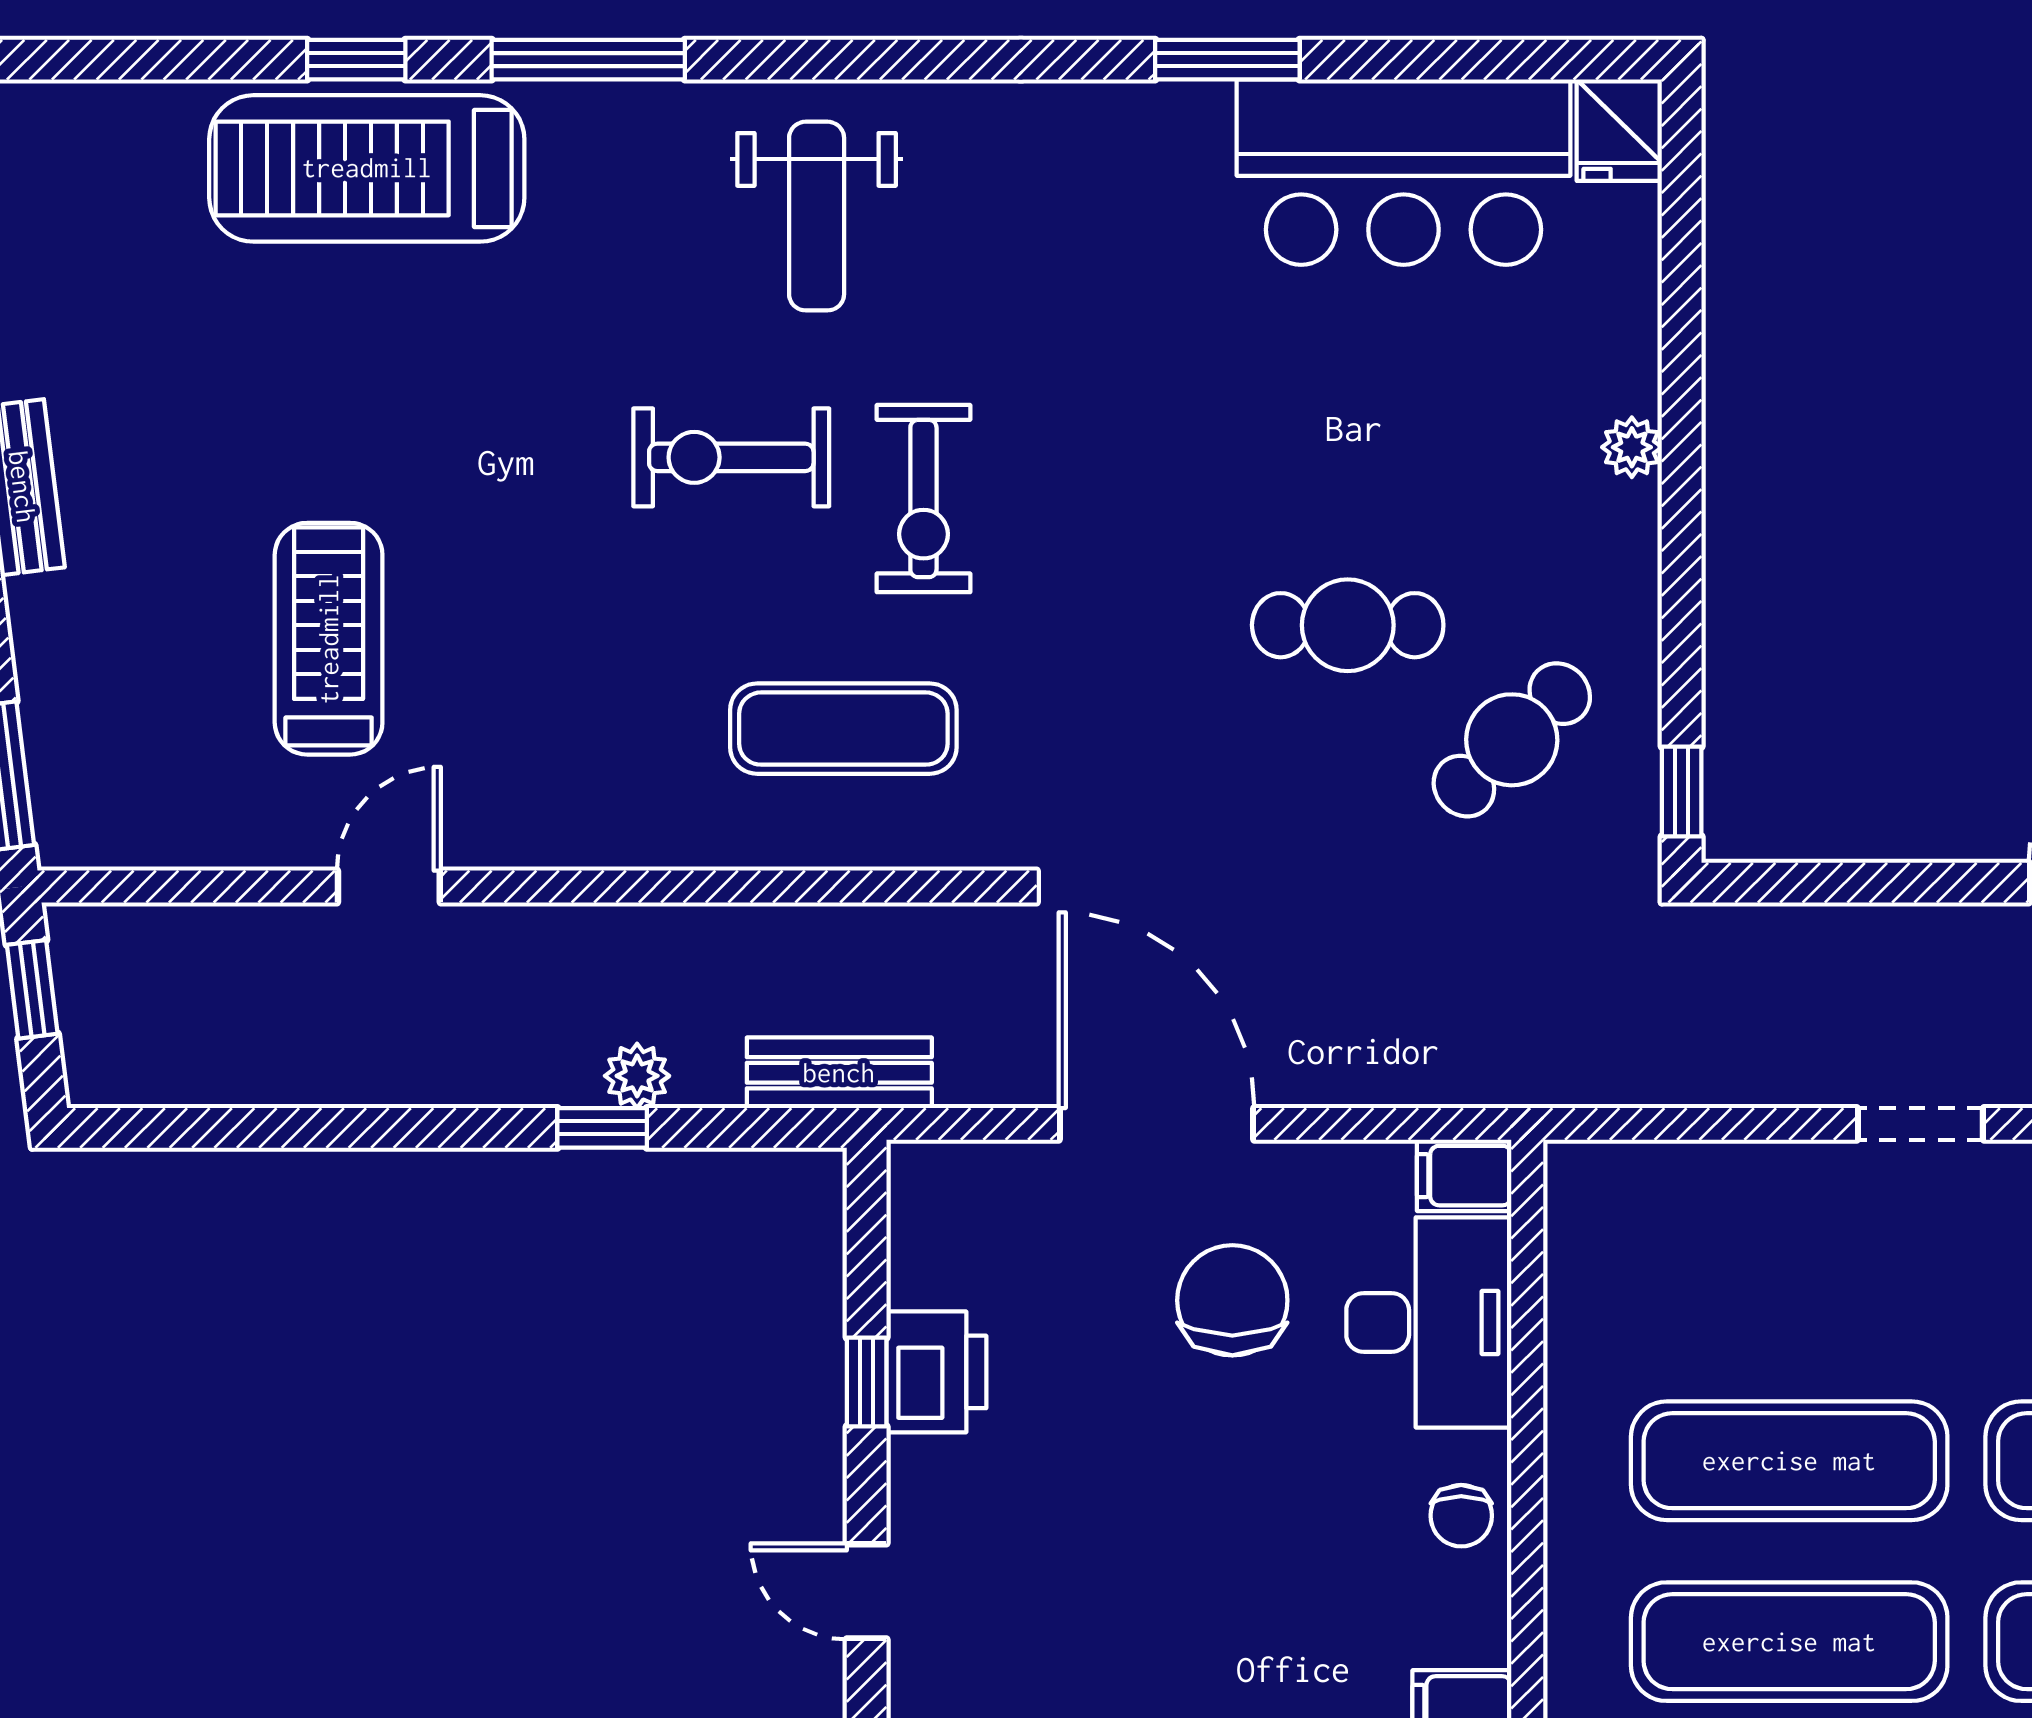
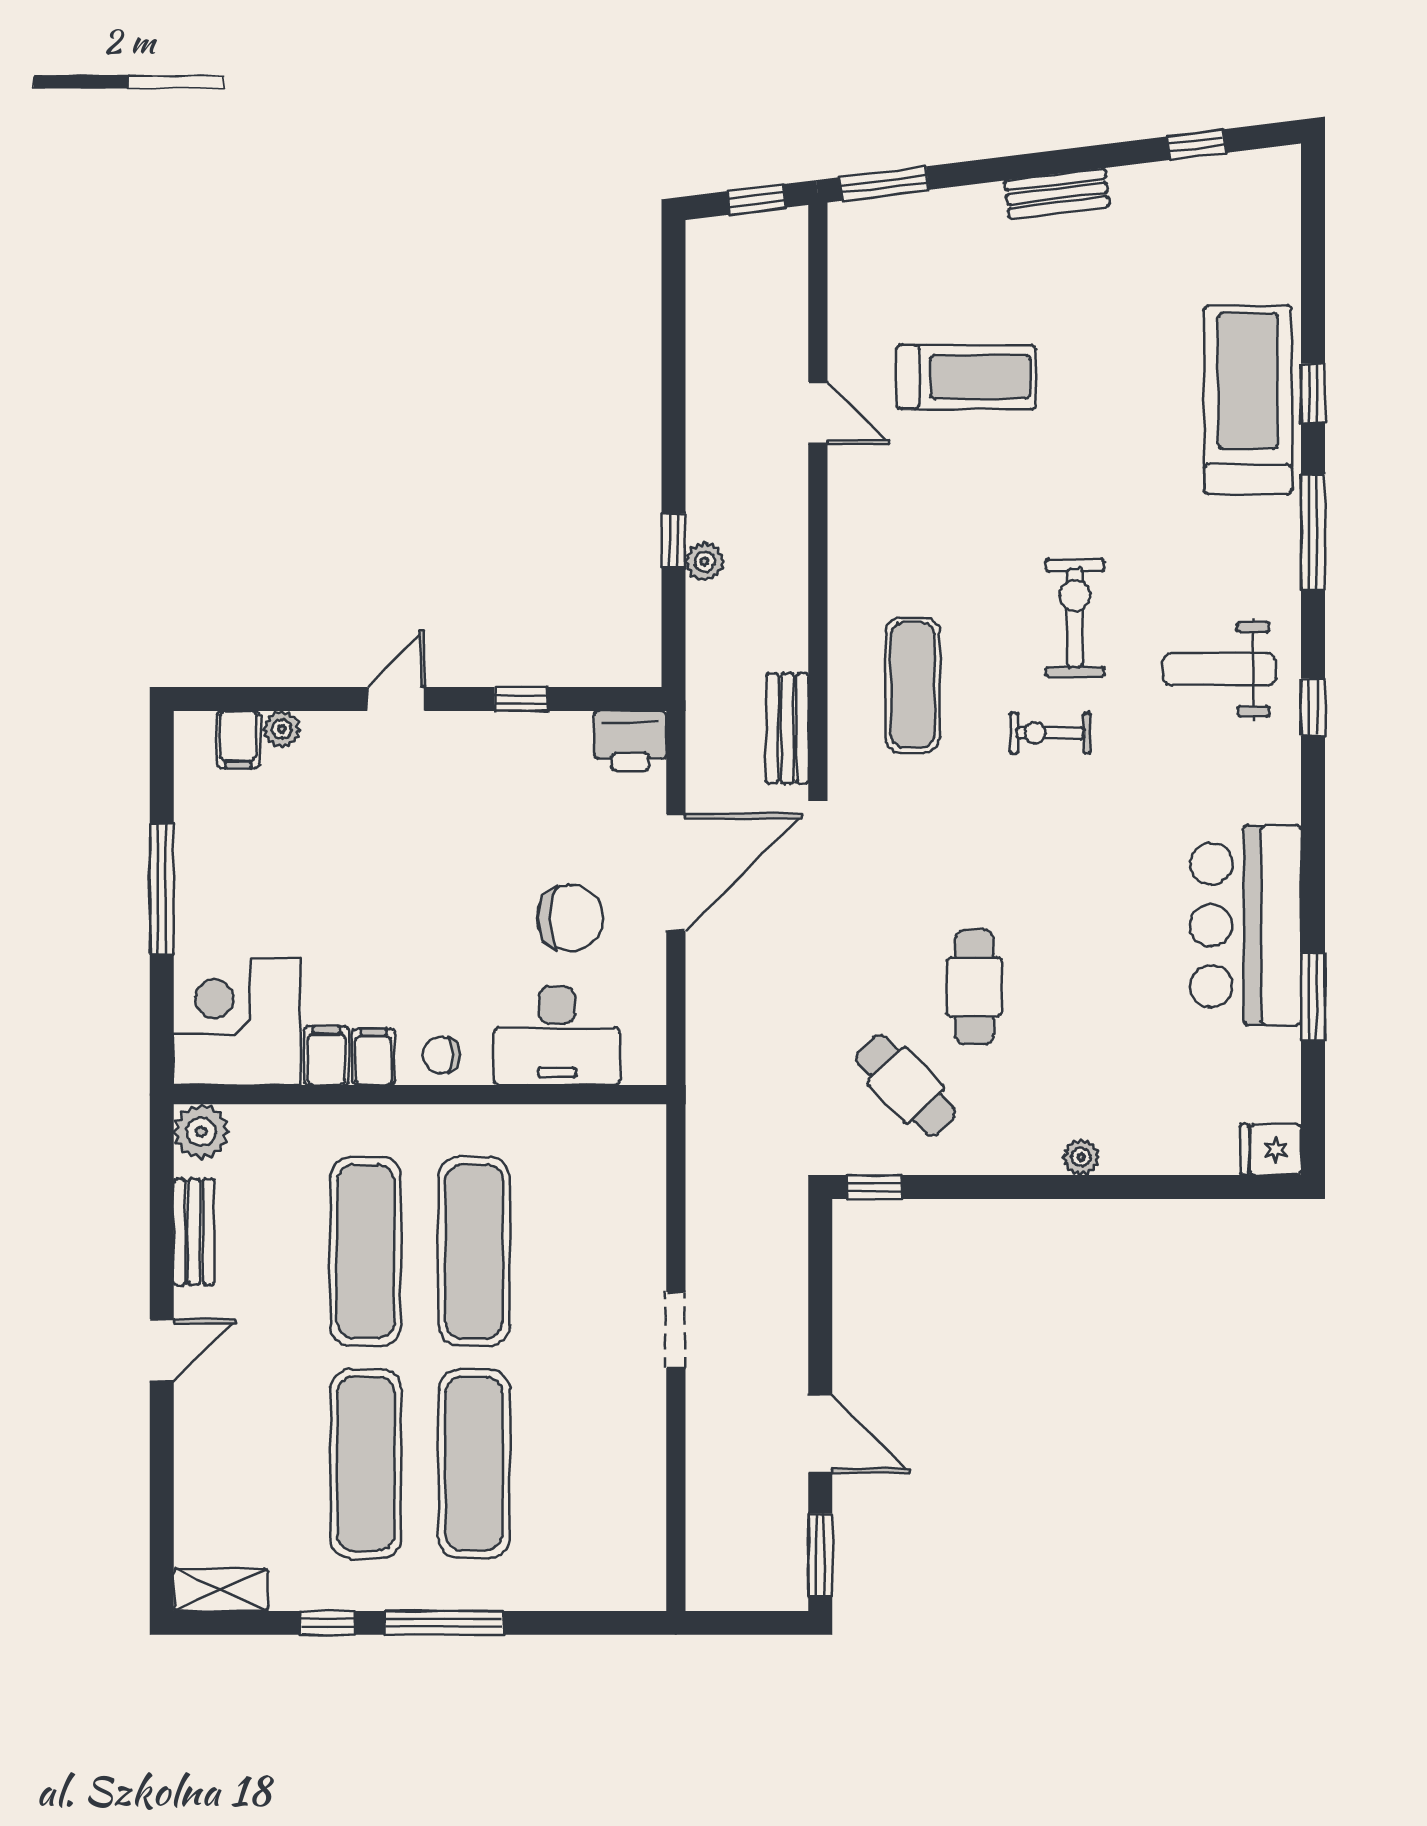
window: (880, 60) -> (1313, 707), added
window: (1227, 60) -> (1313, 997), moved
bar counter: (1403, 172) -> (1246, 925), moved
exercise bike: (923, 499) -> (1050, 733), width x0.73, depth x0.72
bench: (839, 1073) -> (787, 728), moved
filing cabinet: (1464, 1176) -> (374, 1057), moved
printer: (936, 1372) -> (630, 741), moved

